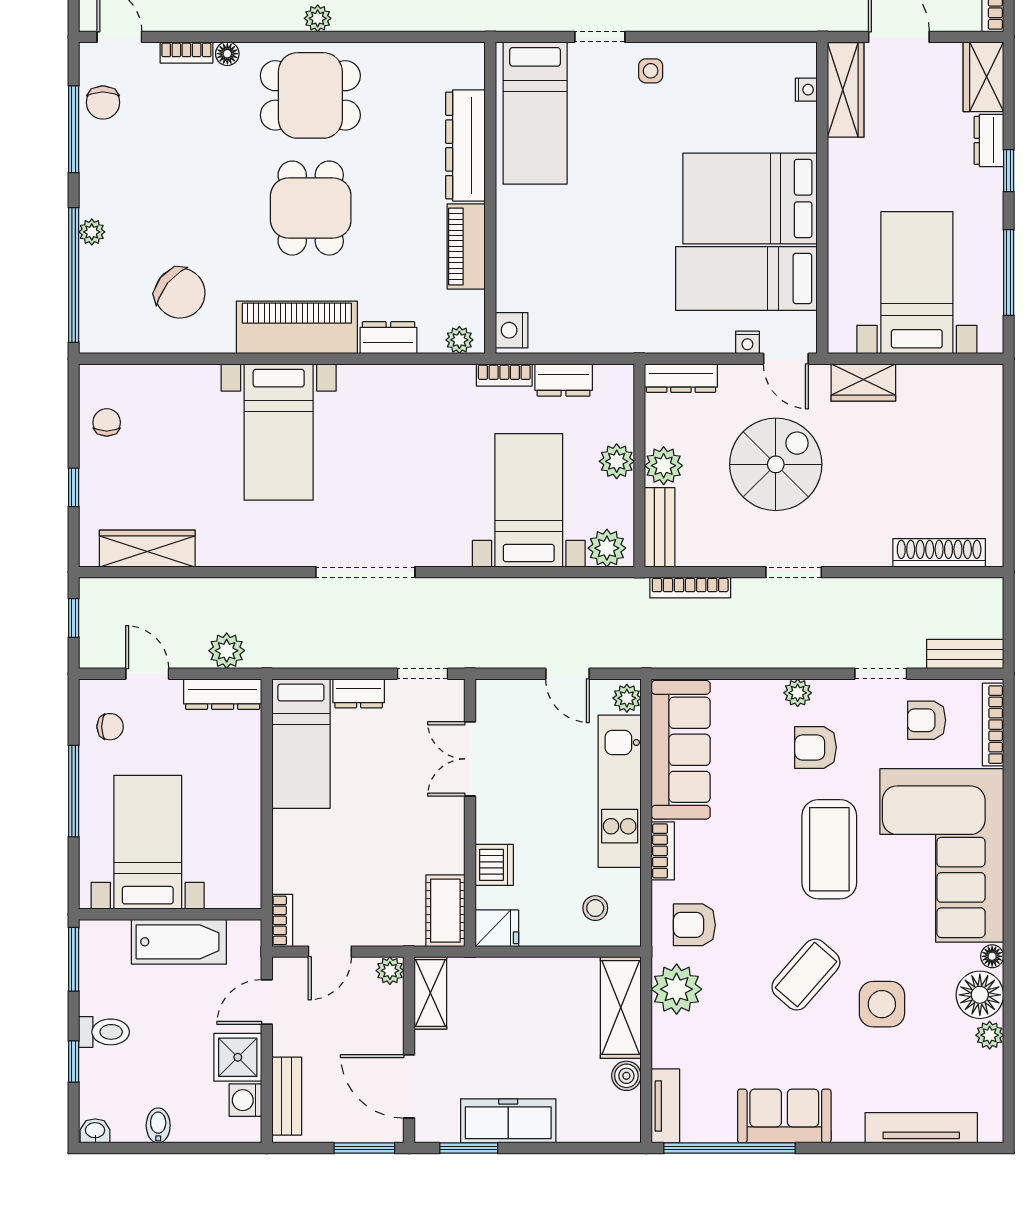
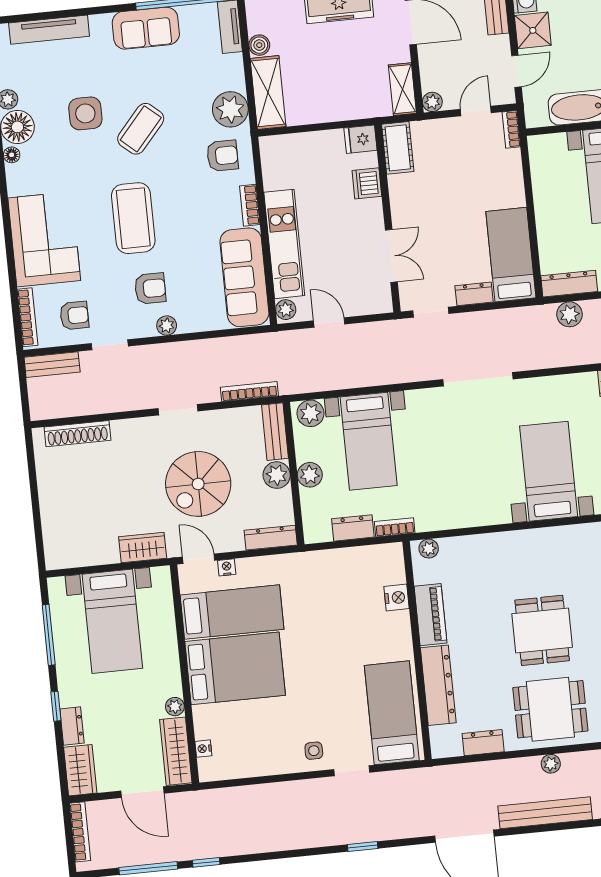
plant: (841, 153) -> (175, 707), added
piano: (297, 327) -> (543, 546), removed
nightstand: (512, 330) -> (397, 598), moved
dresser: (388, 338) -> (483, 743), moved, turned 180
corner sofa: (942, 855) -> (44, 239), width x0.73, depth x0.74
stool: (595, 908) -> (293, 160), removed

